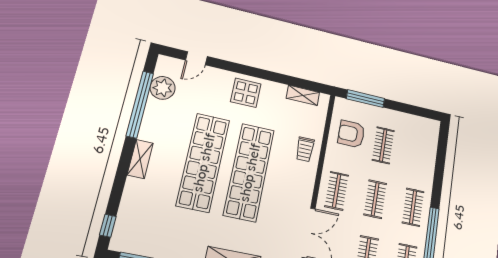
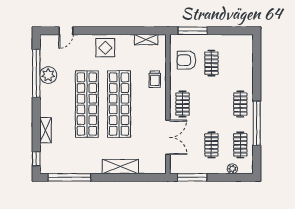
plant: (163, 88) -> (48, 75), moved
shelving: (140, 159) -> (45, 130), moved
clothes rail: (375, 199) -> (211, 104), removed

